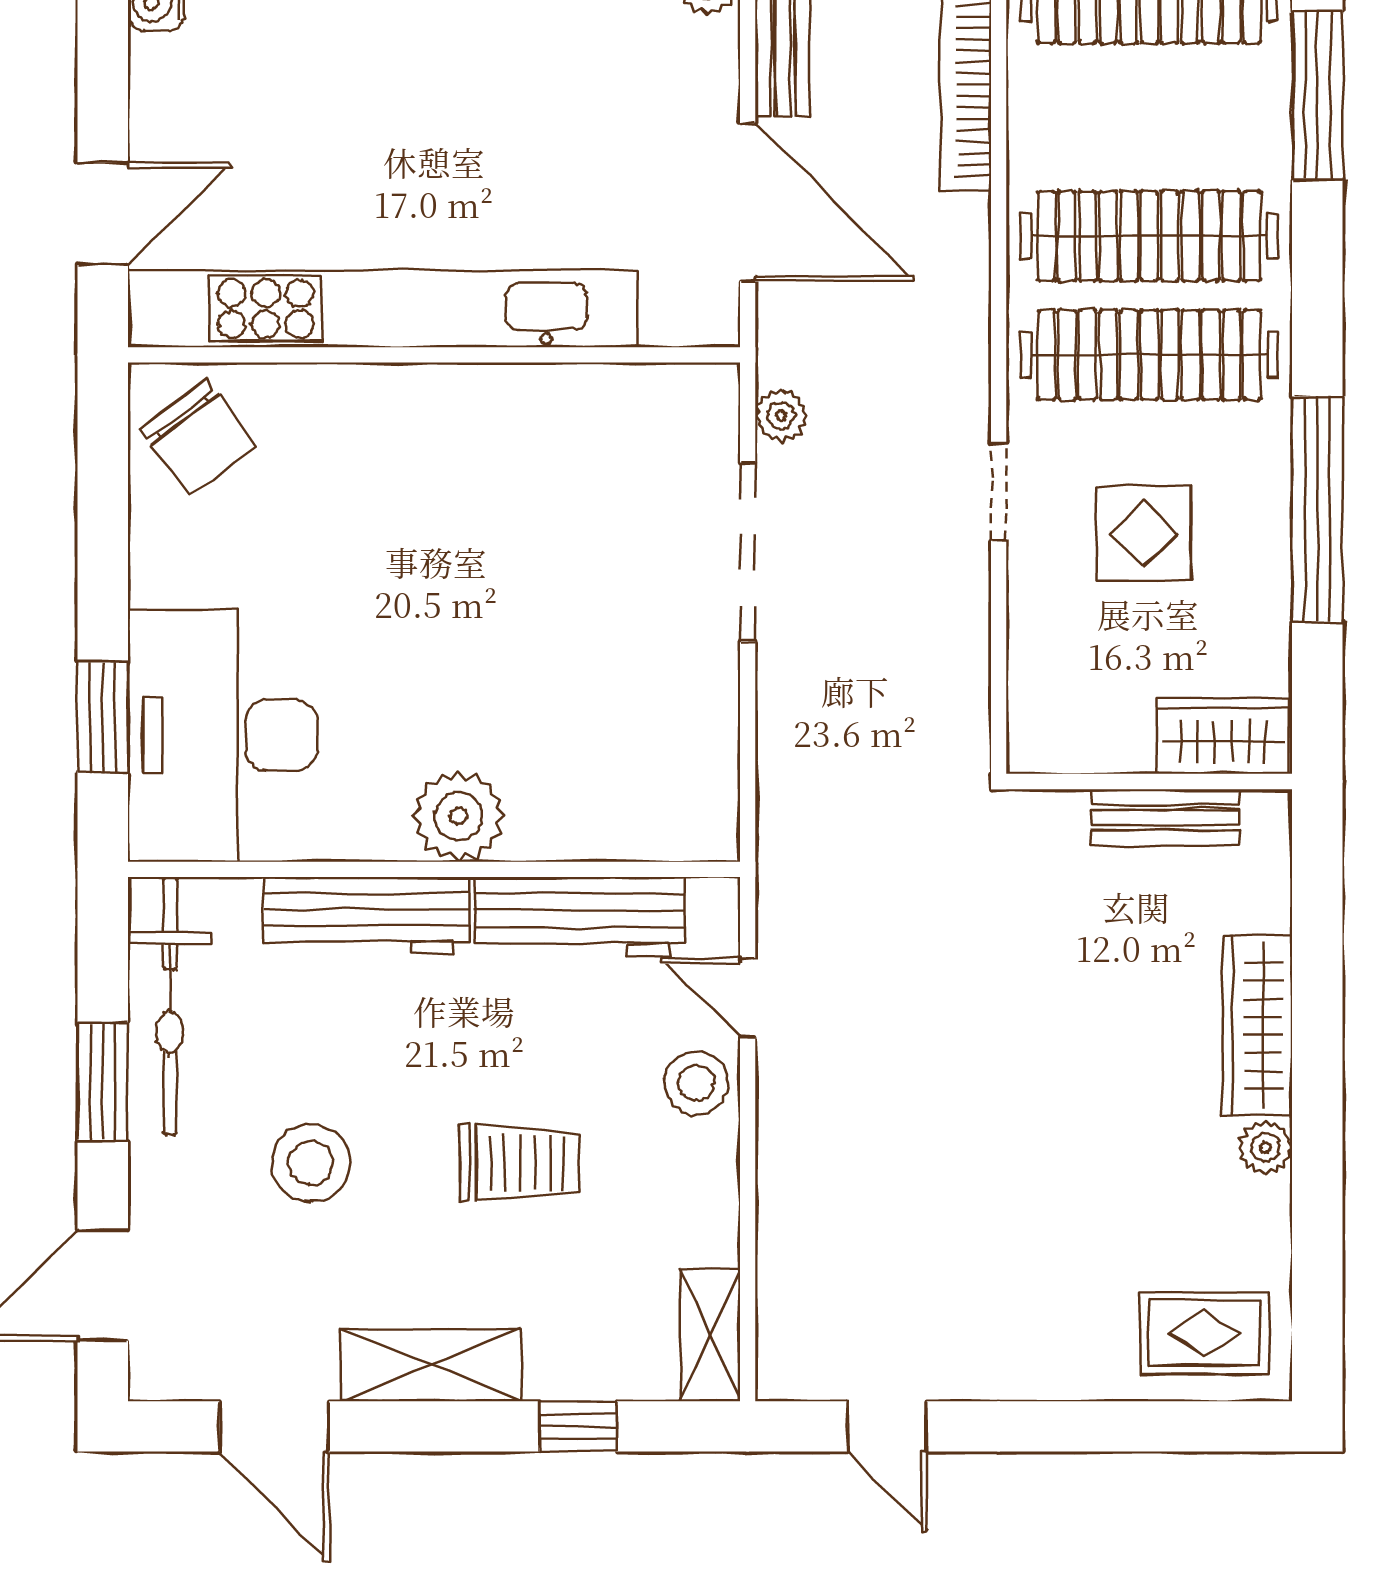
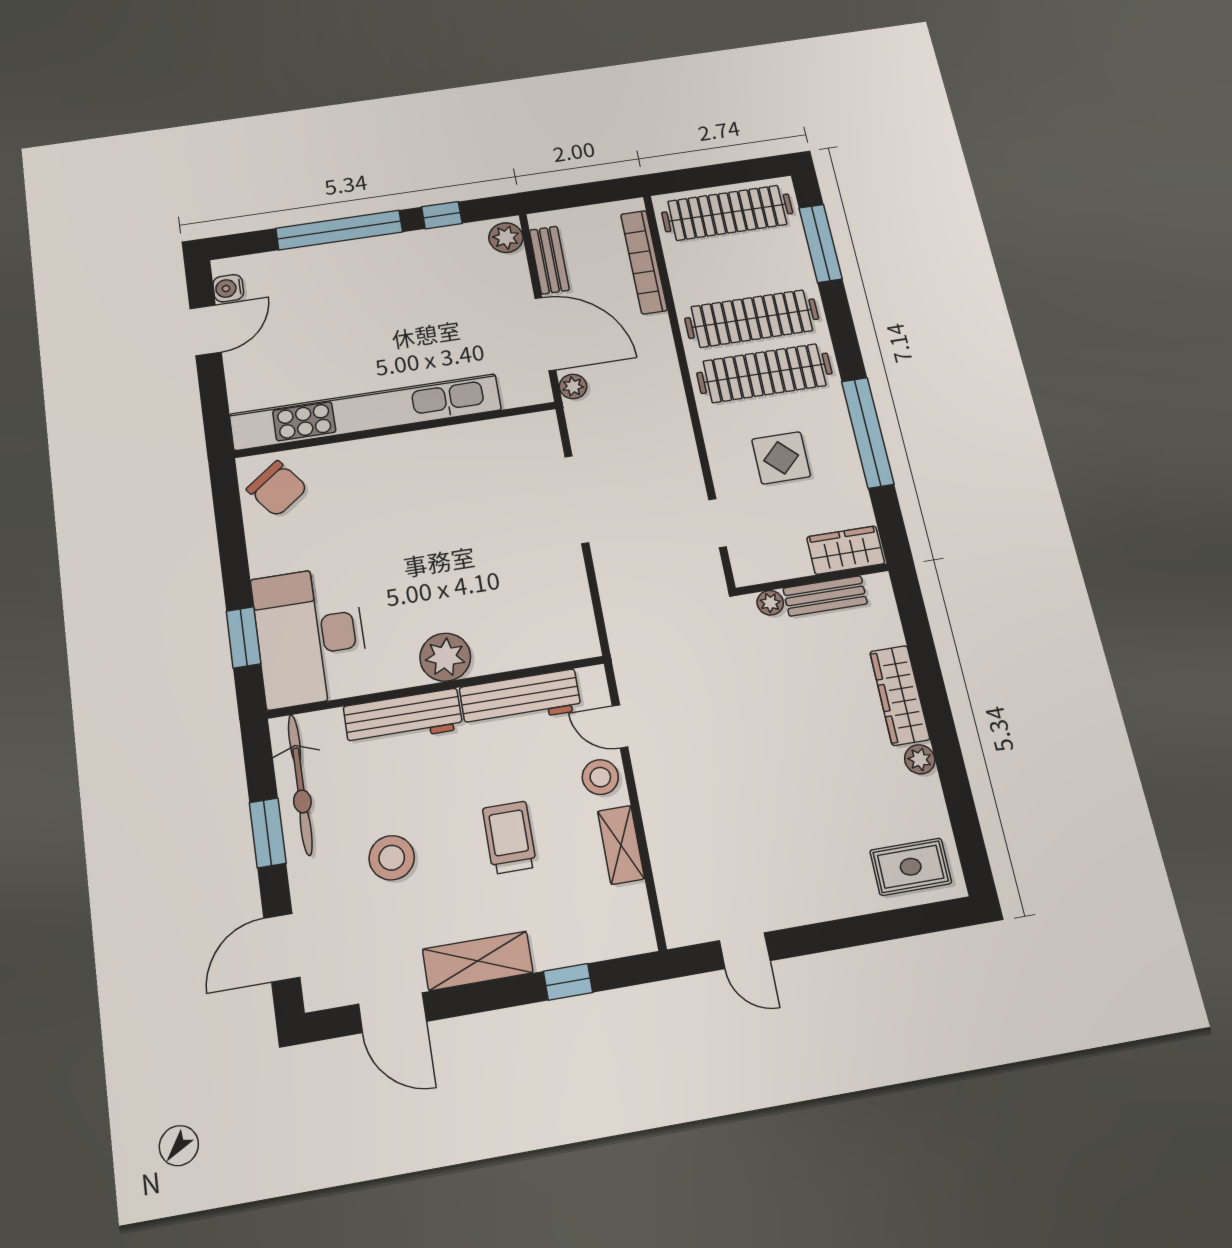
door: (103, 214) -> (206, 330), moved
plant: (781, 415) -> (573, 386), moved
doorway: (999, 492) -> (718, 523), moved
plant: (1063, 813) -> (770, 603), added
trolley: (519, 1163) -> (509, 838), turned -90
shelving: (710, 1335) -> (621, 845), moved

